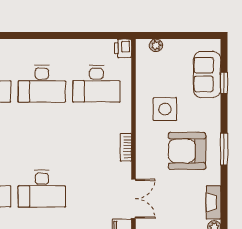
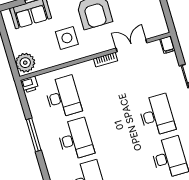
window: (62, 36) -> (34, 135), added
plant: (156, 45) -> (25, 63), width x1.87, depth x1.87
double door: (133, 199) -> (131, 46), moved

